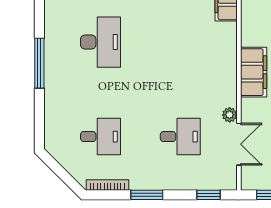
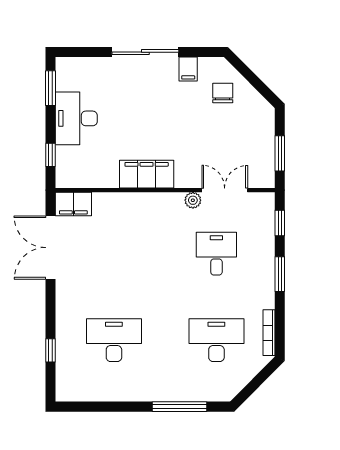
window: (39, 63) -> (180, 407), moved
desk: (101, 137) -> (216, 340), width x1.37
window: (147, 195) -> (280, 274), moved

